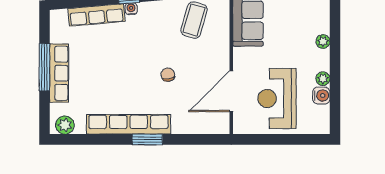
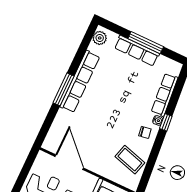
chair: (168, 75) -> (145, 132), moved
window: (147, 139) -> (64, 89), width x1.44

